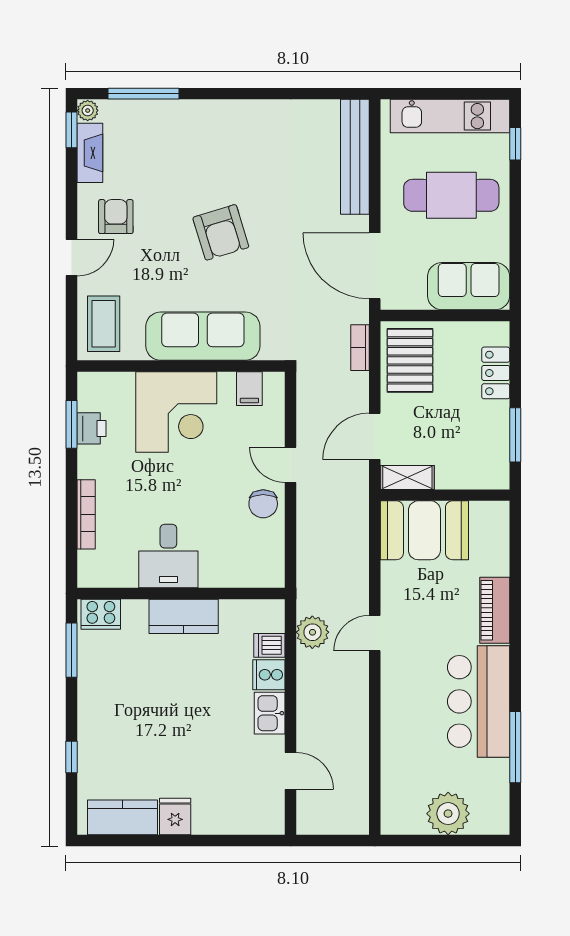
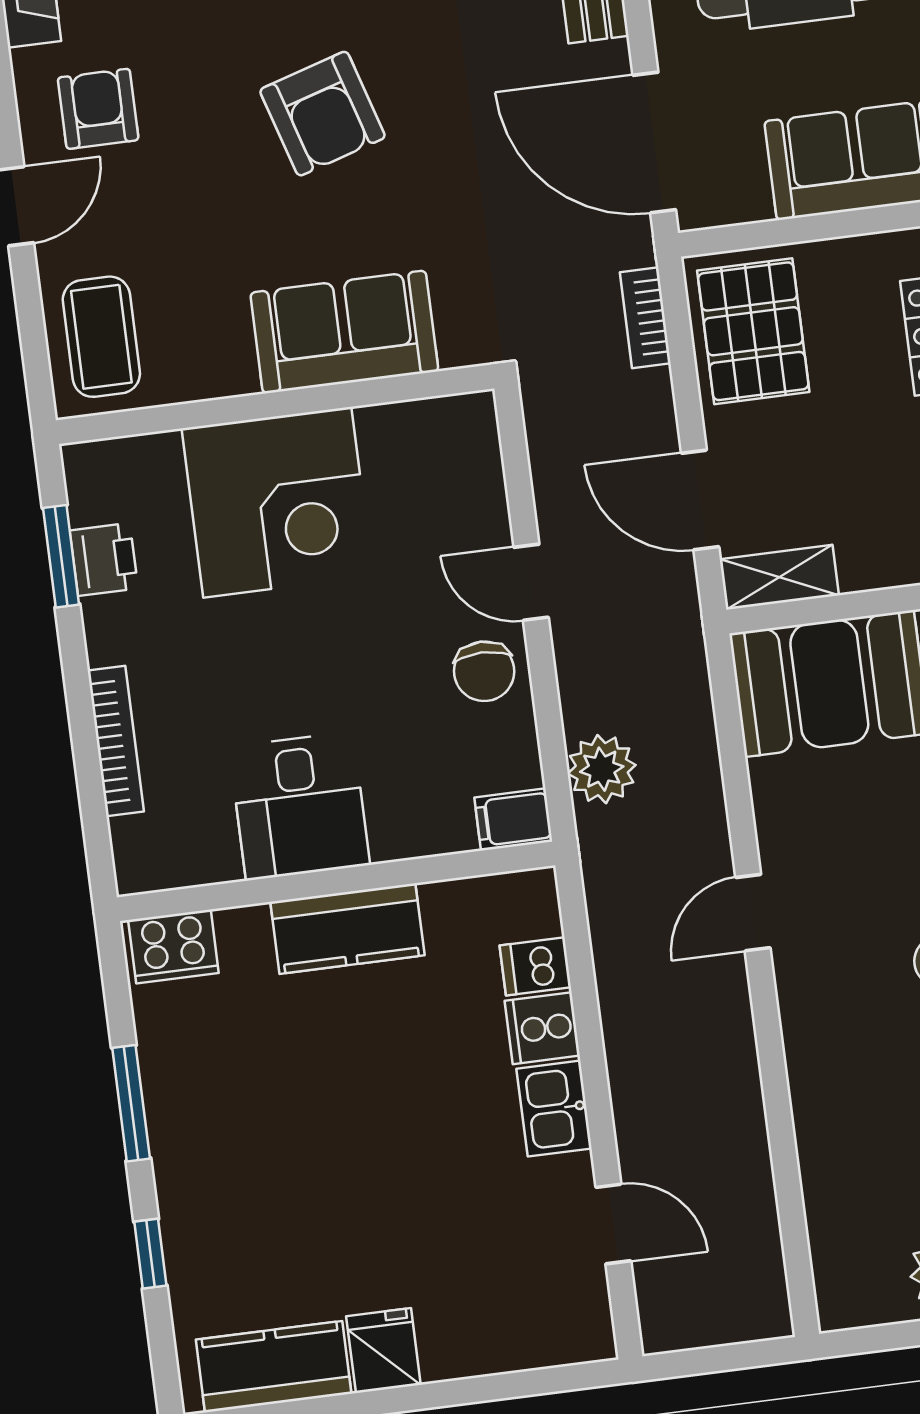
sofa: (203, 336) -> (344, 332), width x0.73
filing cabinet: (249, 389) -> (513, 819), moved, turned 90
door: (375, 436) -> (700, 500), hinge flipped
plant: (312, 632) -> (602, 769), moved
window: (72, 650) -> (131, 1103), moved

